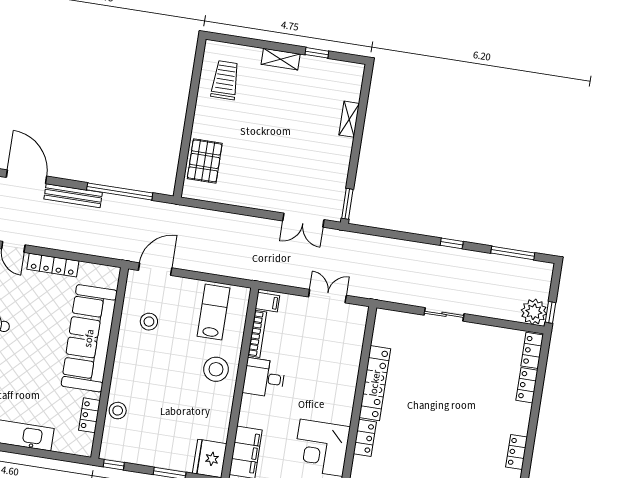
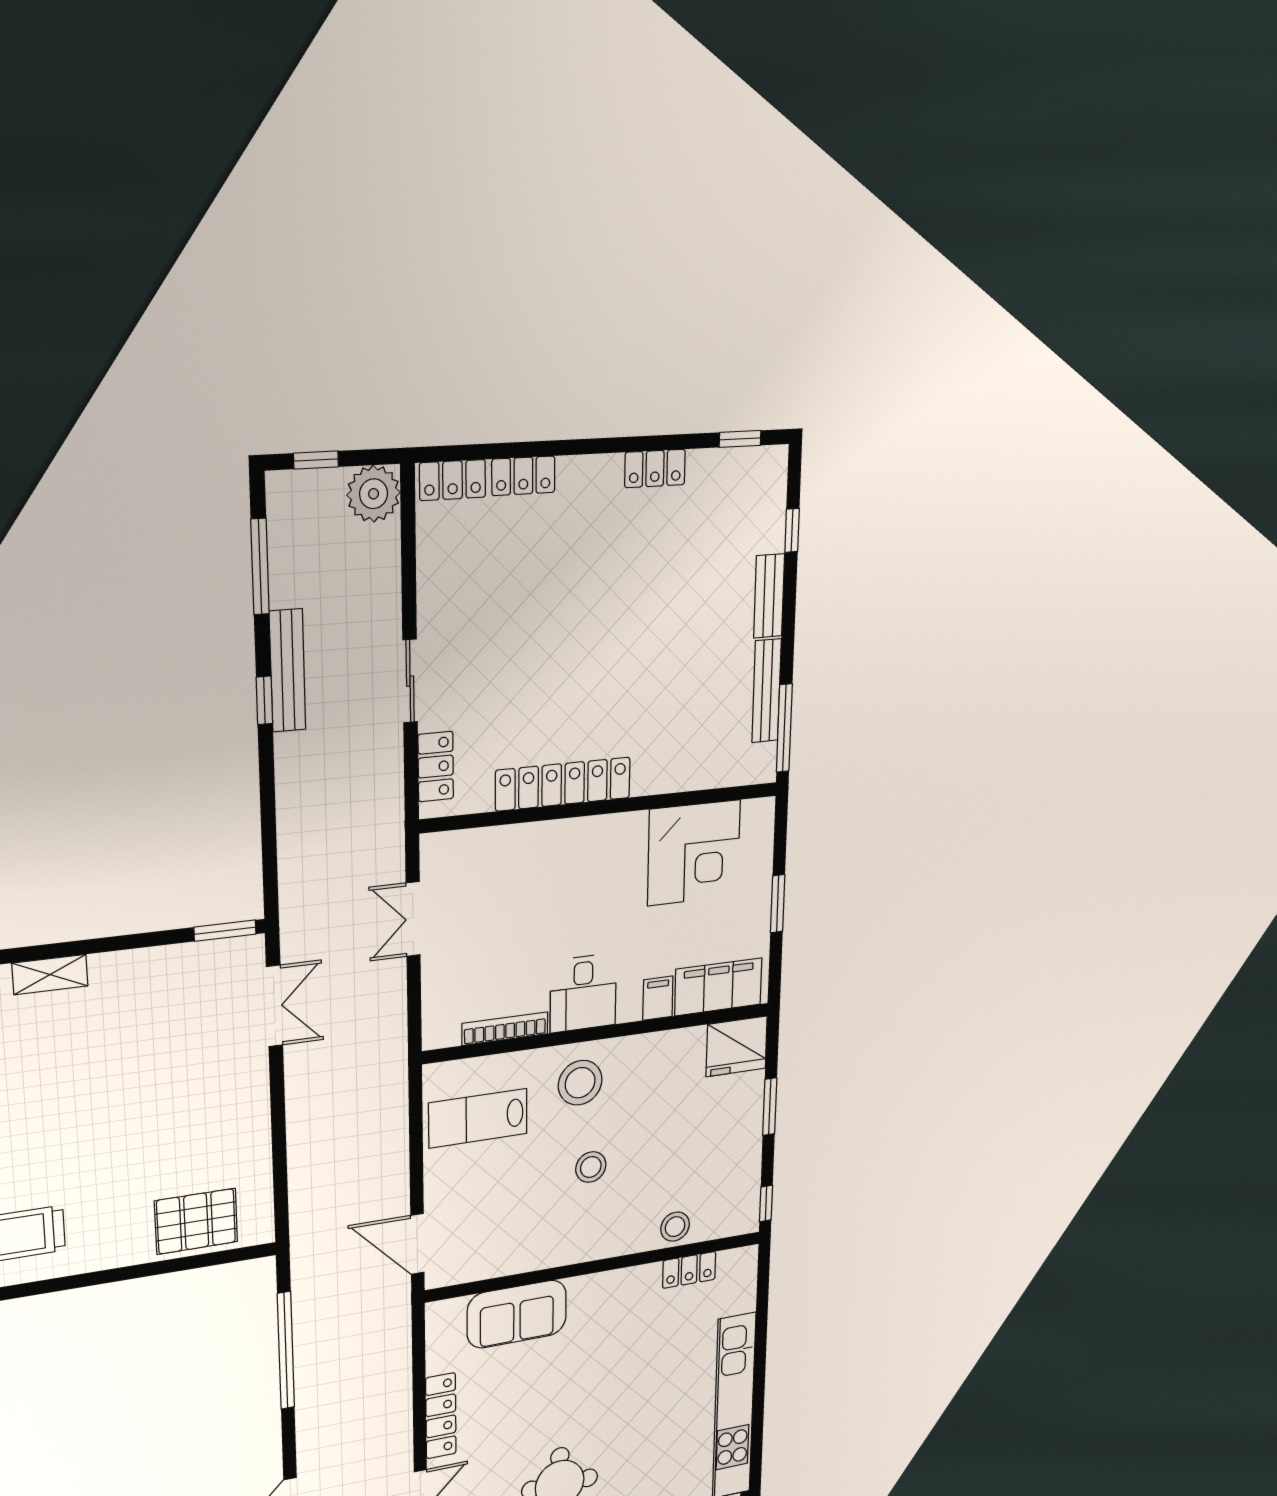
bench: (73, 196) -> (287, 671), moved
filing cabinet: (267, 302) -> (658, 998), moved
window: (550, 312) -> (316, 460), moved
stool: (149, 322) -> (591, 1167), moved
sofa: (89, 338) -> (517, 1314), width x0.54, depth x0.79
locker: (365, 438) -> (436, 767), moved, turned 90

